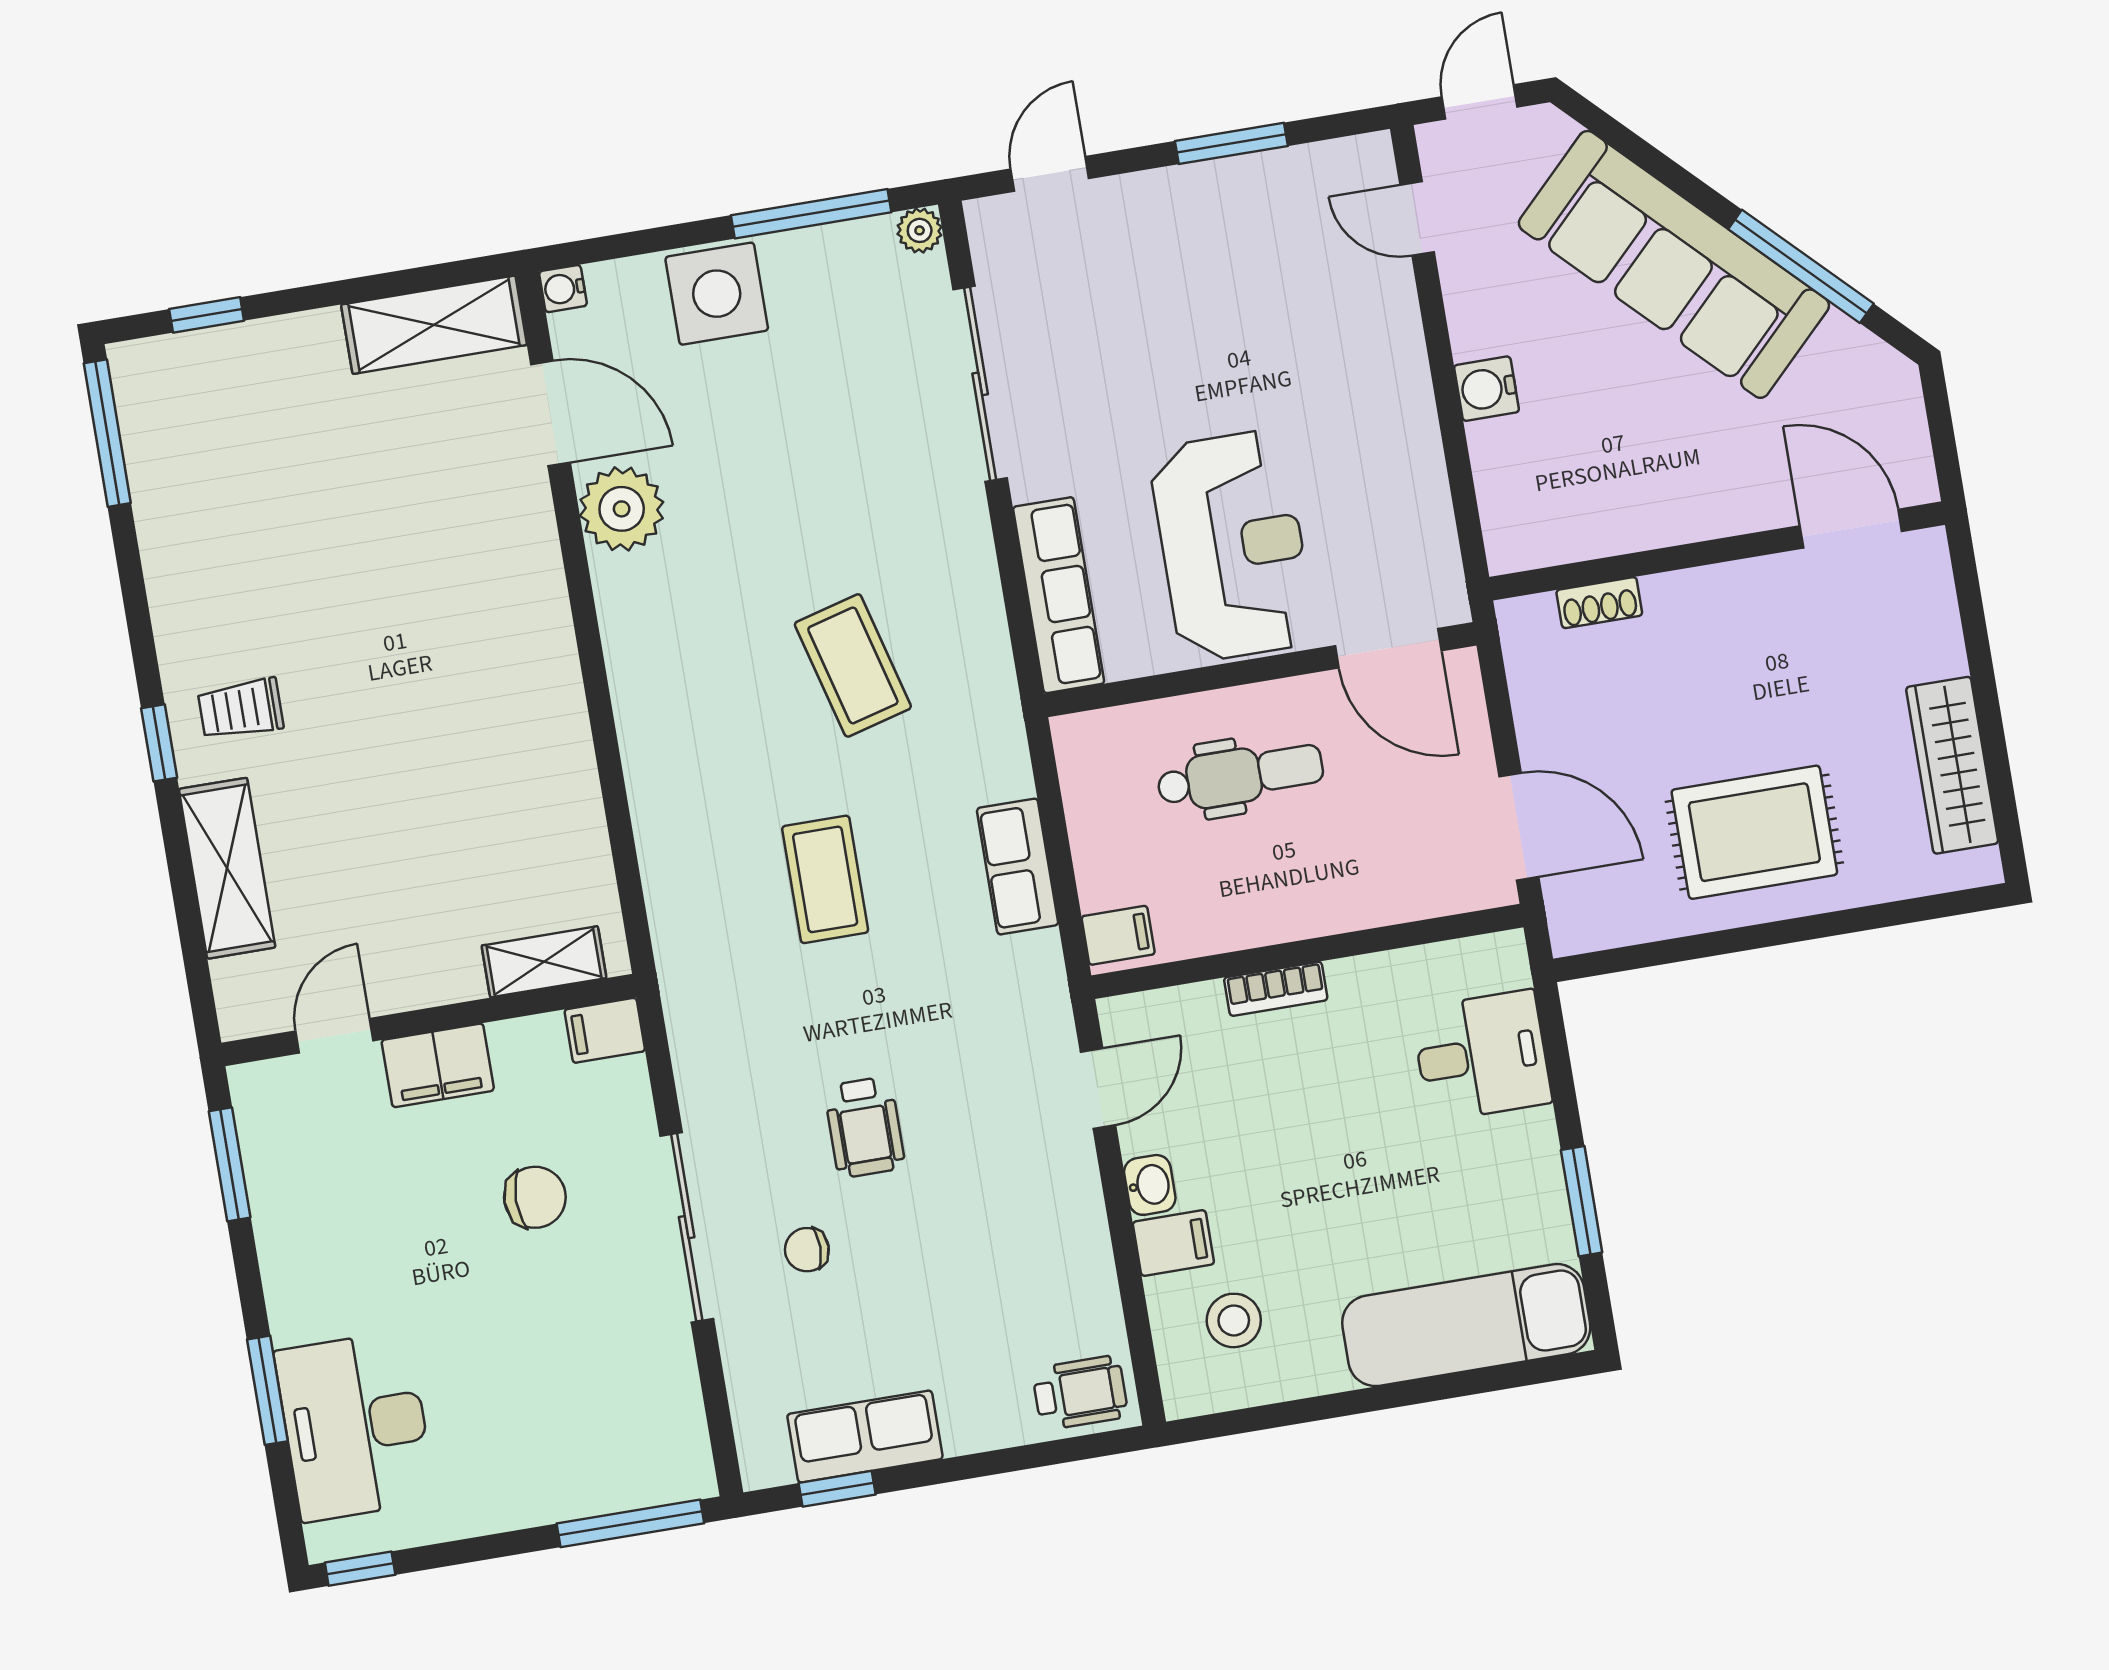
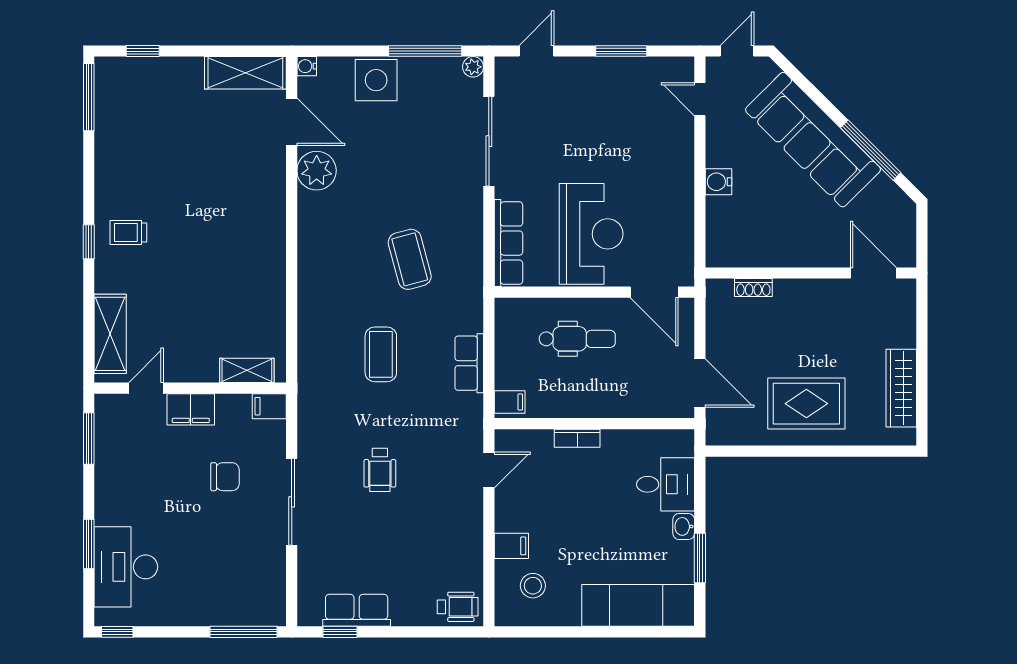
shelving: (227, 868) -> (110, 334), moved
washbasin: (1150, 1185) -> (684, 526), moved, turned 180
chair: (807, 1250) -> (344, 521), removed

